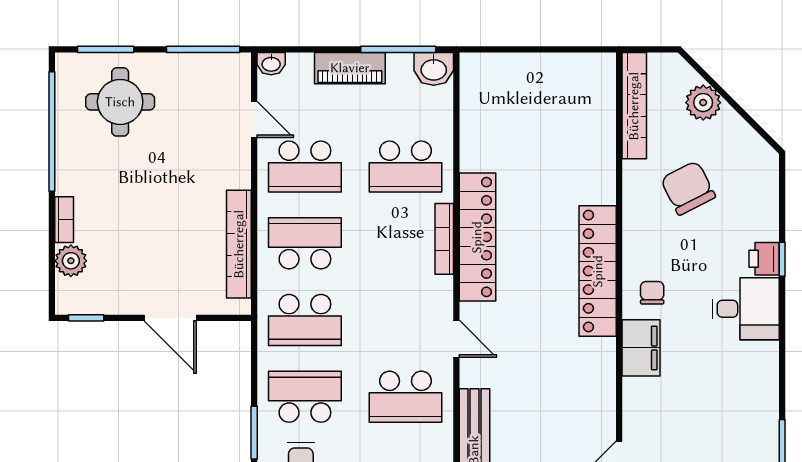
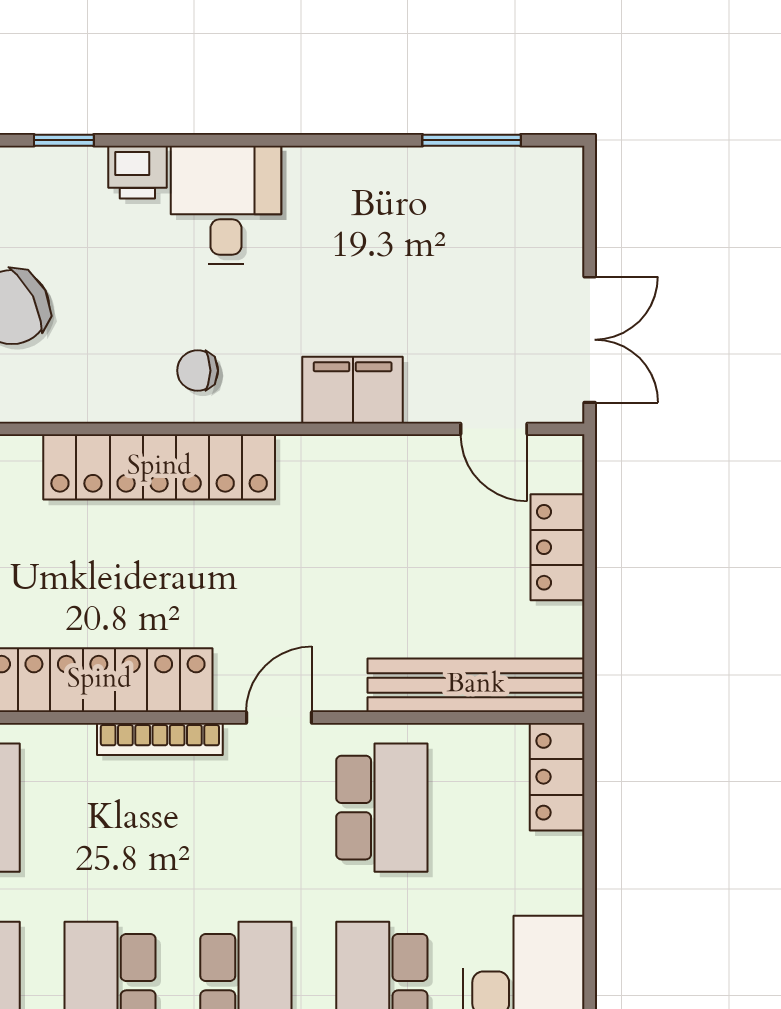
bookcase: (444, 239) -> (160, 739), moved
window: (782, 259) -> (64, 140), moved
filing cabinet: (641, 348) -> (353, 390), moved

